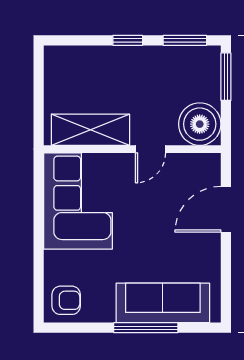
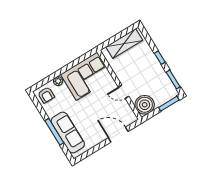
shelving: (90, 130) -> (124, 43), moved, turned 90
plant: (54, 261) -> (58, 81), added

